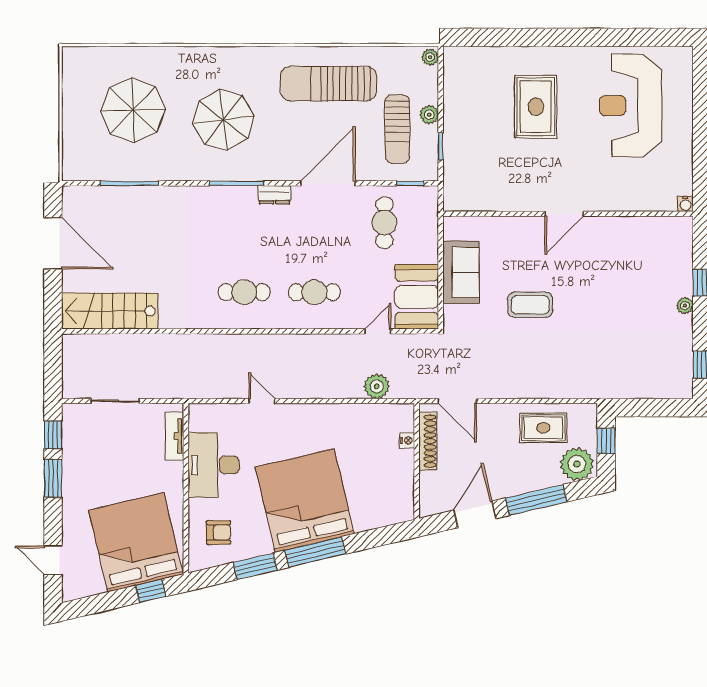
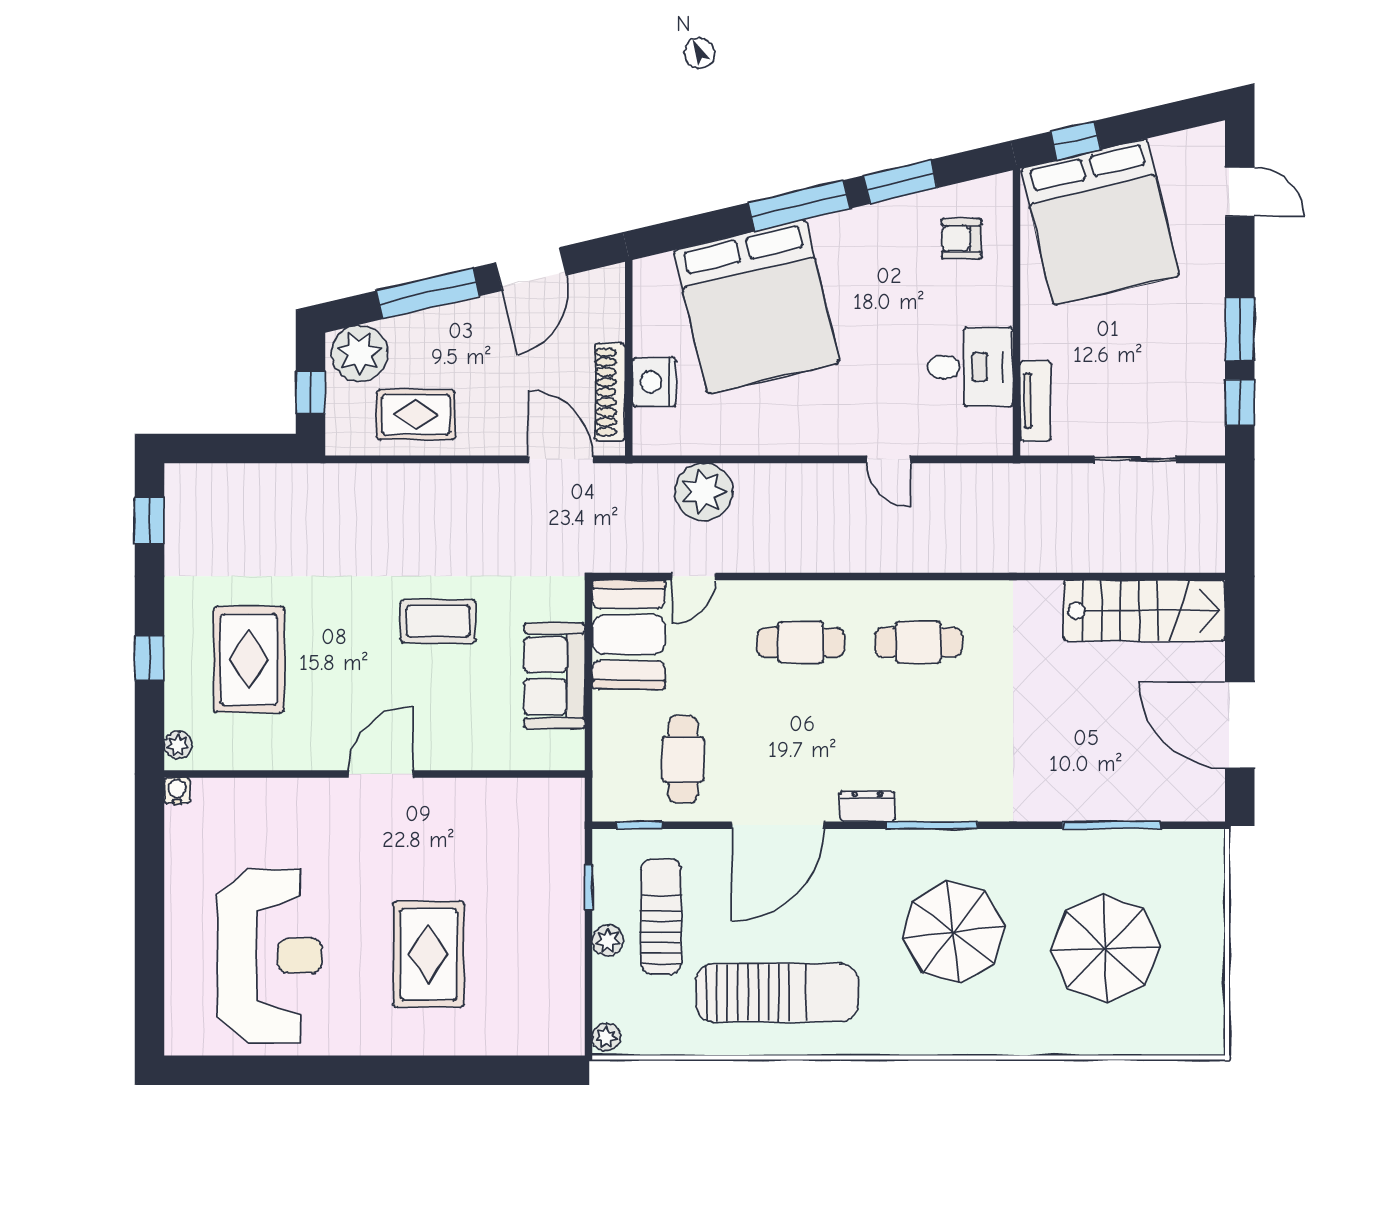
rug: (643, 282) -> (249, 659), added
plant: (685, 306) -> (178, 745), moved
plant: (377, 386) -> (703, 492), width x1.36, depth x1.36
nightstand: (407, 440) -> (654, 382), width x1.89, depth x1.79
desk: (213, 465) -> (970, 367), width x0.73
bed: (305, 500) -> (757, 307), moved

